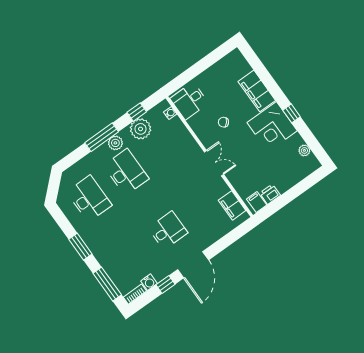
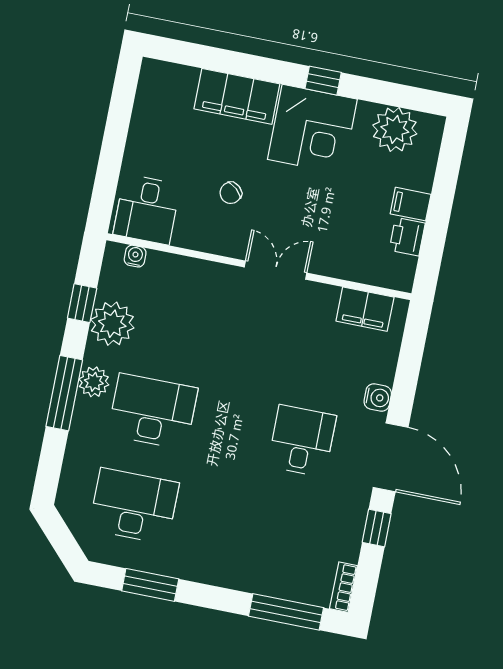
plant: (304, 150) -> (395, 129), width x1.88, depth x1.88
filing cabinet: (257, 202) -> (411, 204), moved
window: (80, 247) -> (150, 585), moved
water cooler: (149, 282) -> (378, 397), moved

